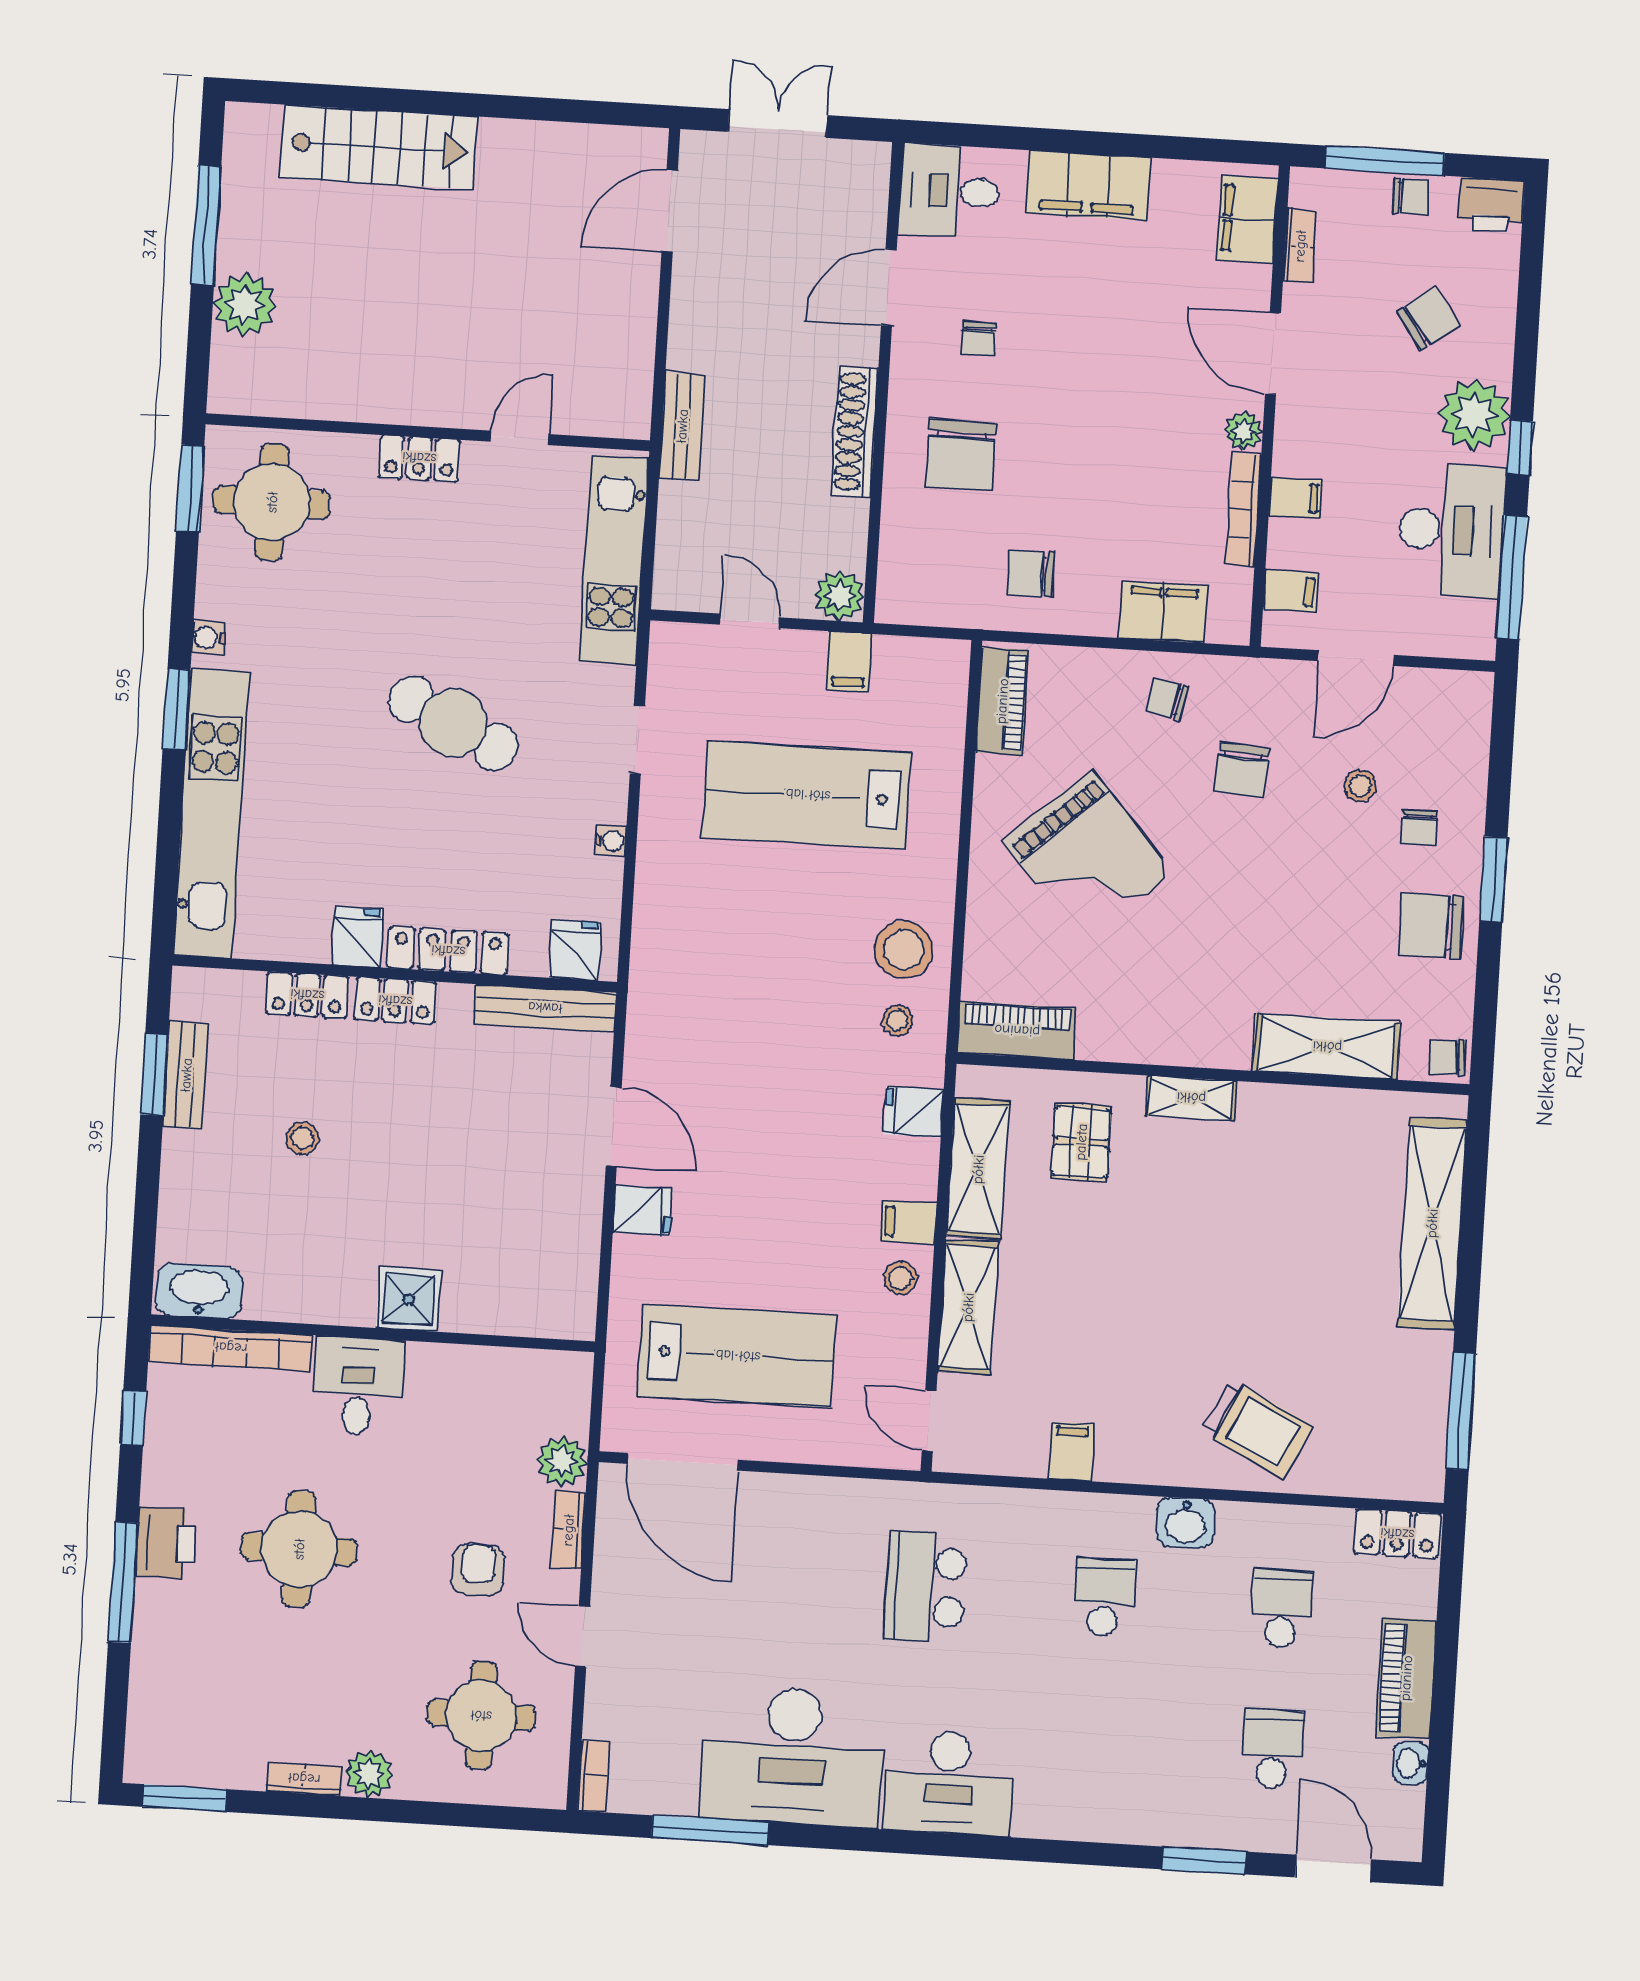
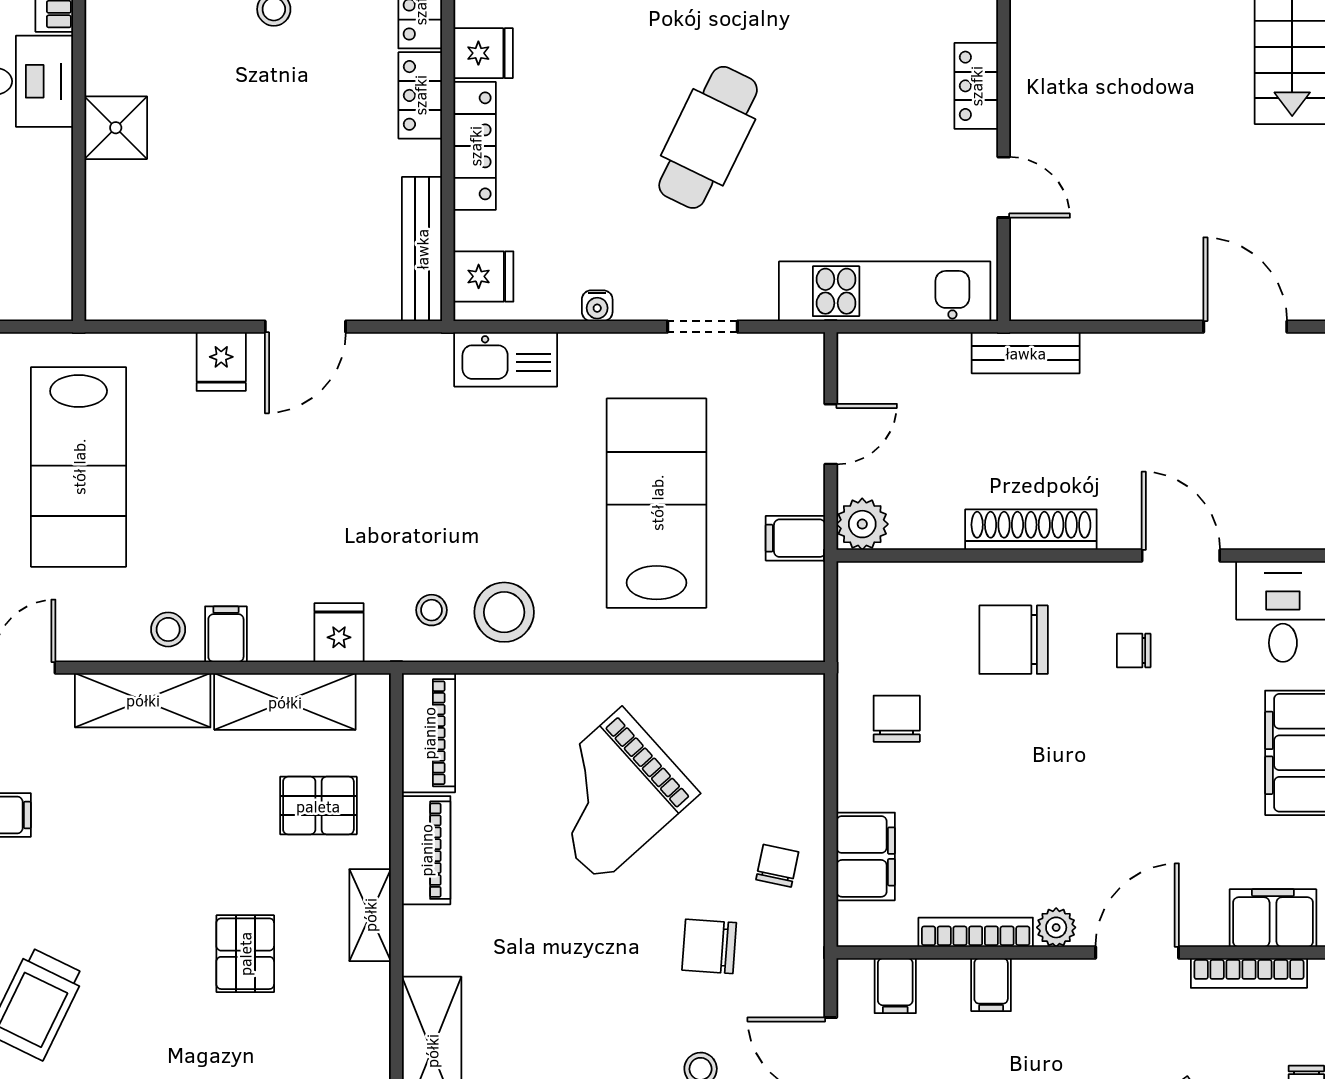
bookcase: (1300, 246) -> (1249, 973), width x1.56
piano: (1002, 701) -> (426, 850), moved, turned -90
kitchen sink: (658, 933) -> (506, 359), added
pallet: (1221, 1222) -> (245, 954), added

